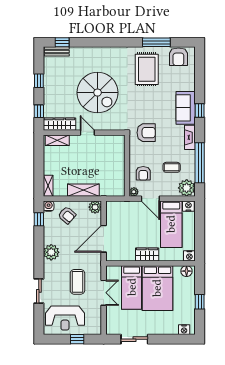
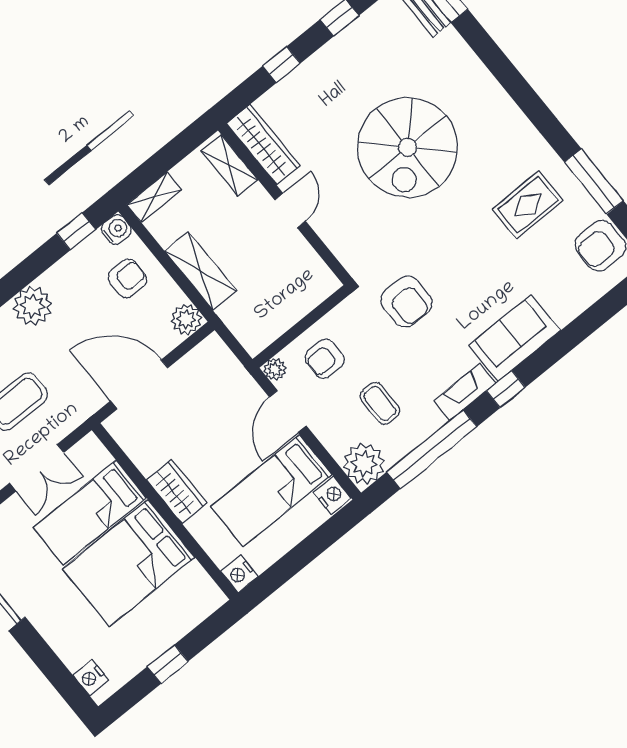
rug: (147, 69) -> (528, 205), width x0.73, depth x0.70
window: (200, 111) -> (506, 389), moved
wardrobe: (59, 124) -> (263, 145), moved
wall: (84, 133) -> (285, 204), moved
door: (87, 133) -> (290, 211), moved
shelving: (57, 140) -> (229, 165), moved
armchair: (67, 215) -> (127, 278), turned -131
floor lamp: (187, 271) -> (206, 592), removed

